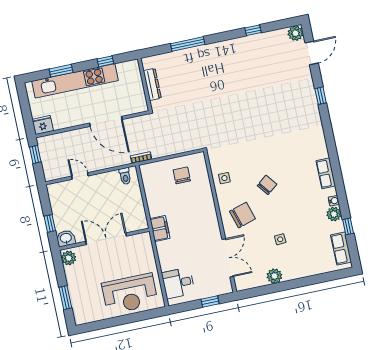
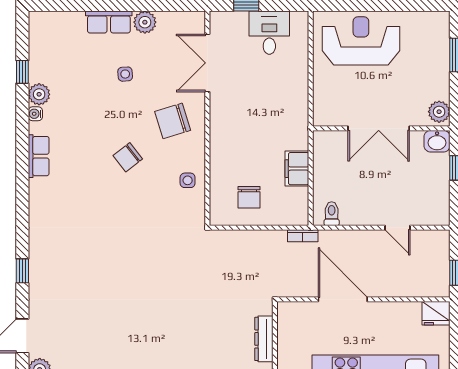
filing cabinet: (160, 229) -> (297, 169), moved
row of seats: (341, 249) -> (109, 22), moved, turned 90
desk: (178, 283) -> (269, 33), moved, turned -90

